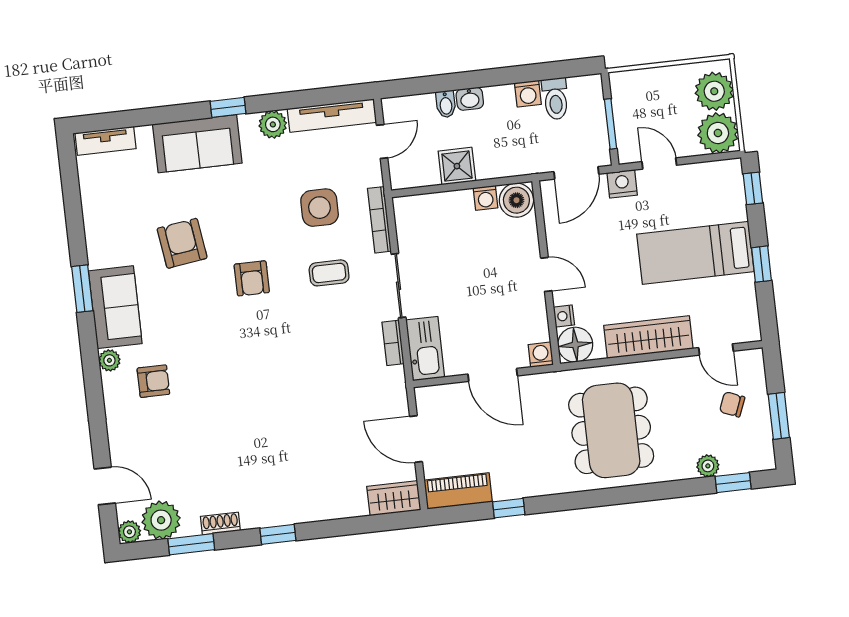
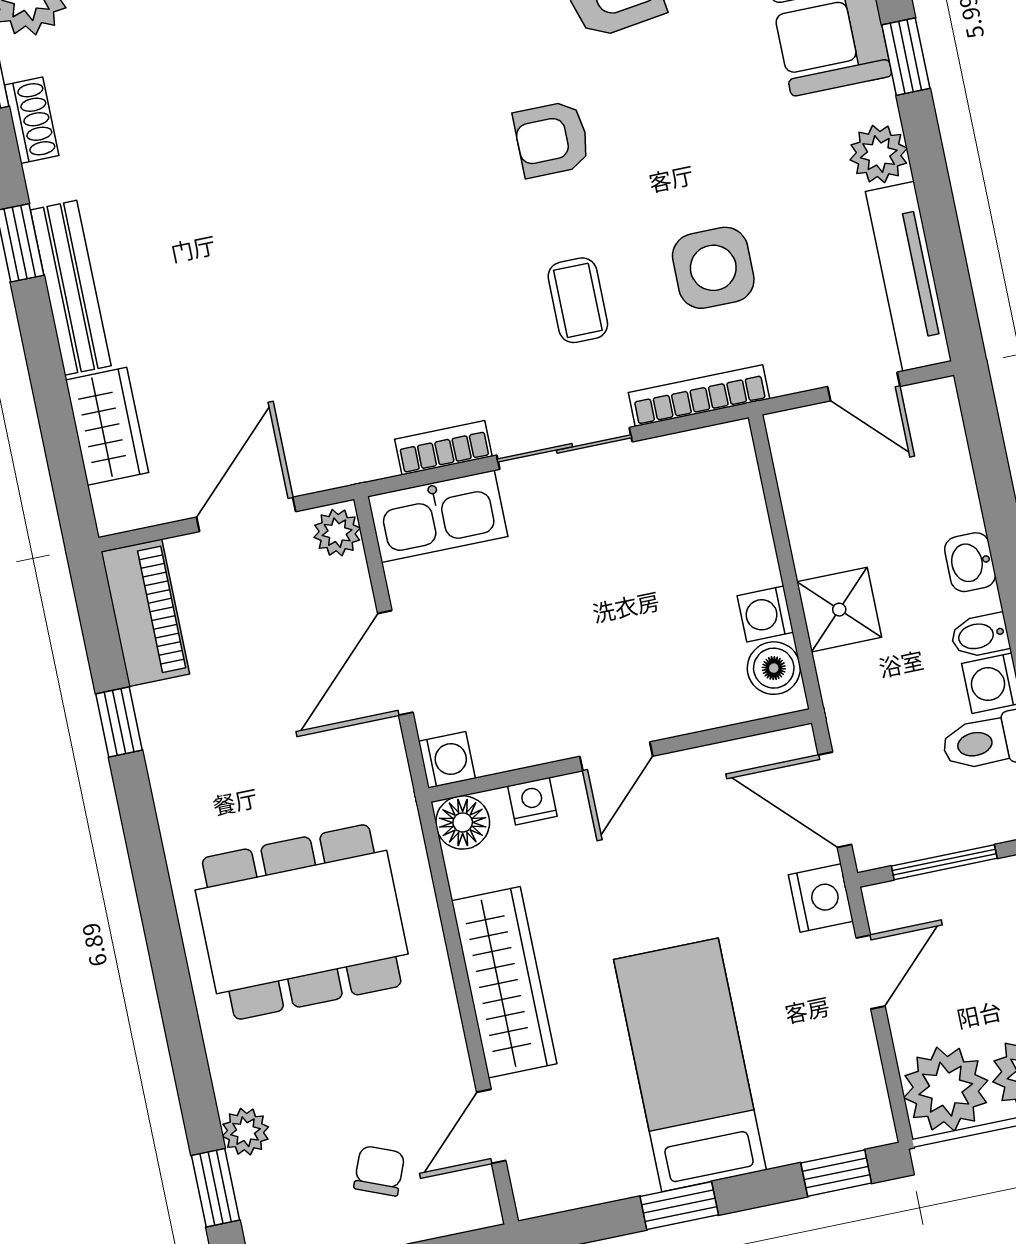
bidet: (446, 104) -> (980, 636), moved
shower: (457, 166) -> (839, 610), moved
boiler: (516, 200) -> (774, 668), width x0.73, depth x0.73
floor lamp: (575, 345) -> (463, 822), width x0.73, depth x0.73
plant: (429, 397) -> (337, 533), added
wardrobe: (394, 498) -> (107, 426), moved
bench: (301, 512) -> (71, 288), added

